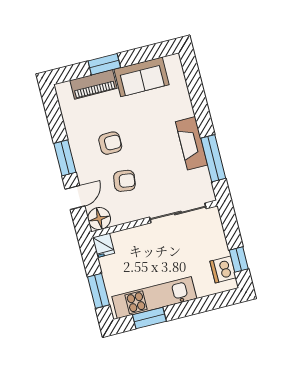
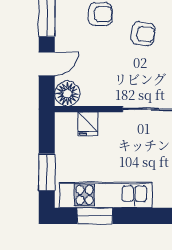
armchair: (124, 181) -> (143, 34), moved
fridge: (103, 245) -> (88, 124), moved

